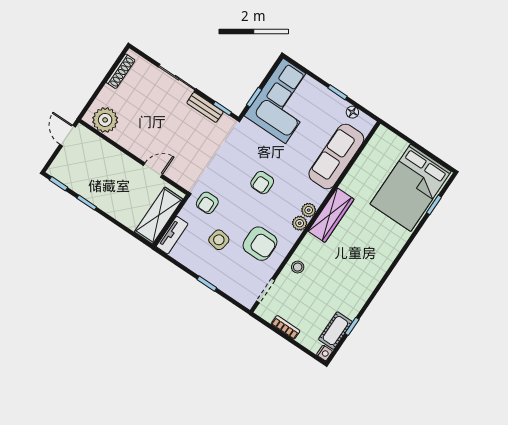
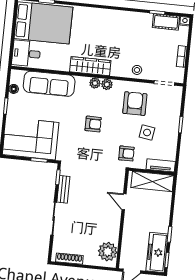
desk: (386, 149) -> (26, 53), added
freezer: (73, 177) -> (157, 252), added

